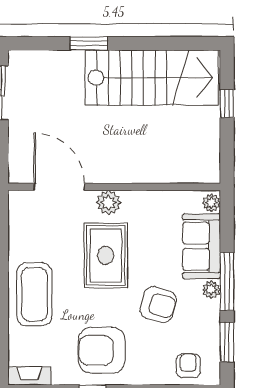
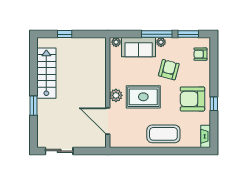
stairs: (152, 78) -> (46, 73), width x0.73, depth x0.66
door: (59, 187) -> (108, 121), hinge flipped
armchair: (102, 350) -> (192, 99), turned 90

